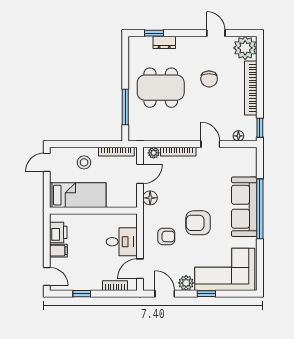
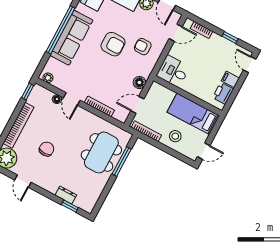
dining table: (161, 88) -> (101, 152), moved, turned 90
floor lamp: (238, 136) -> (57, 99), moved
plant: (154, 153) -> (48, 78), moved
desk: (122, 242) -> (173, 71), moved

